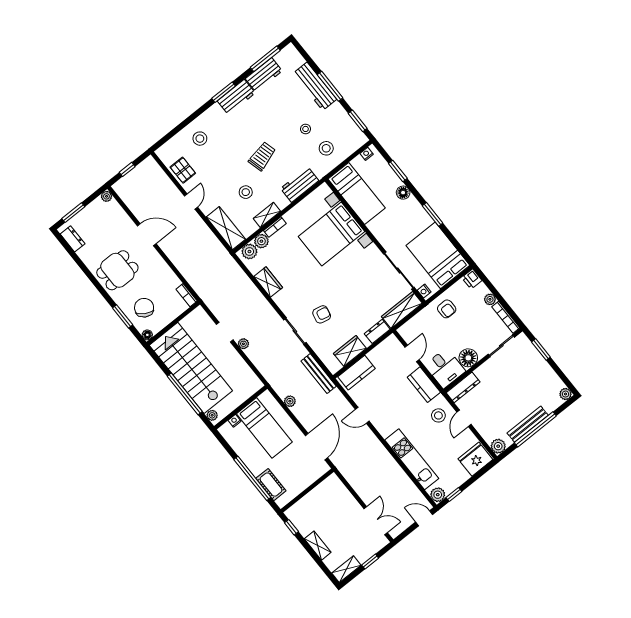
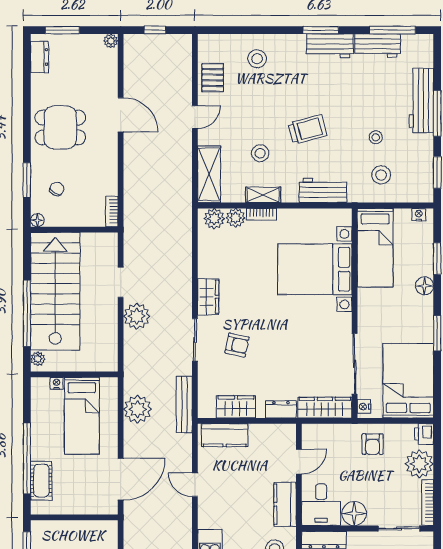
wardrobe: (268, 282) -> (208, 297), moved
plant: (490, 299) -> (419, 464), width x1.88, depth x1.88
chair: (144, 308) -> (57, 189), width x0.54, depth x0.54
plant: (243, 344) -> (137, 316), width x1.87, depth x1.87
plant: (290, 401) -> (138, 409), width x1.87, depth x1.87

